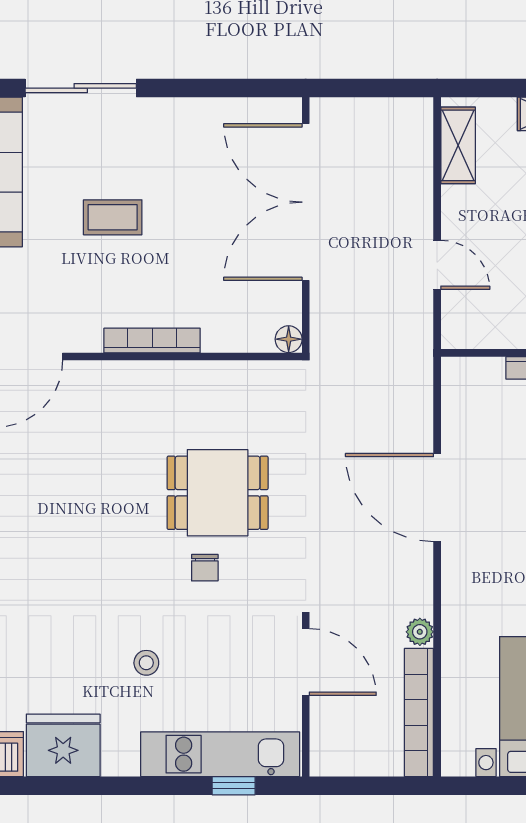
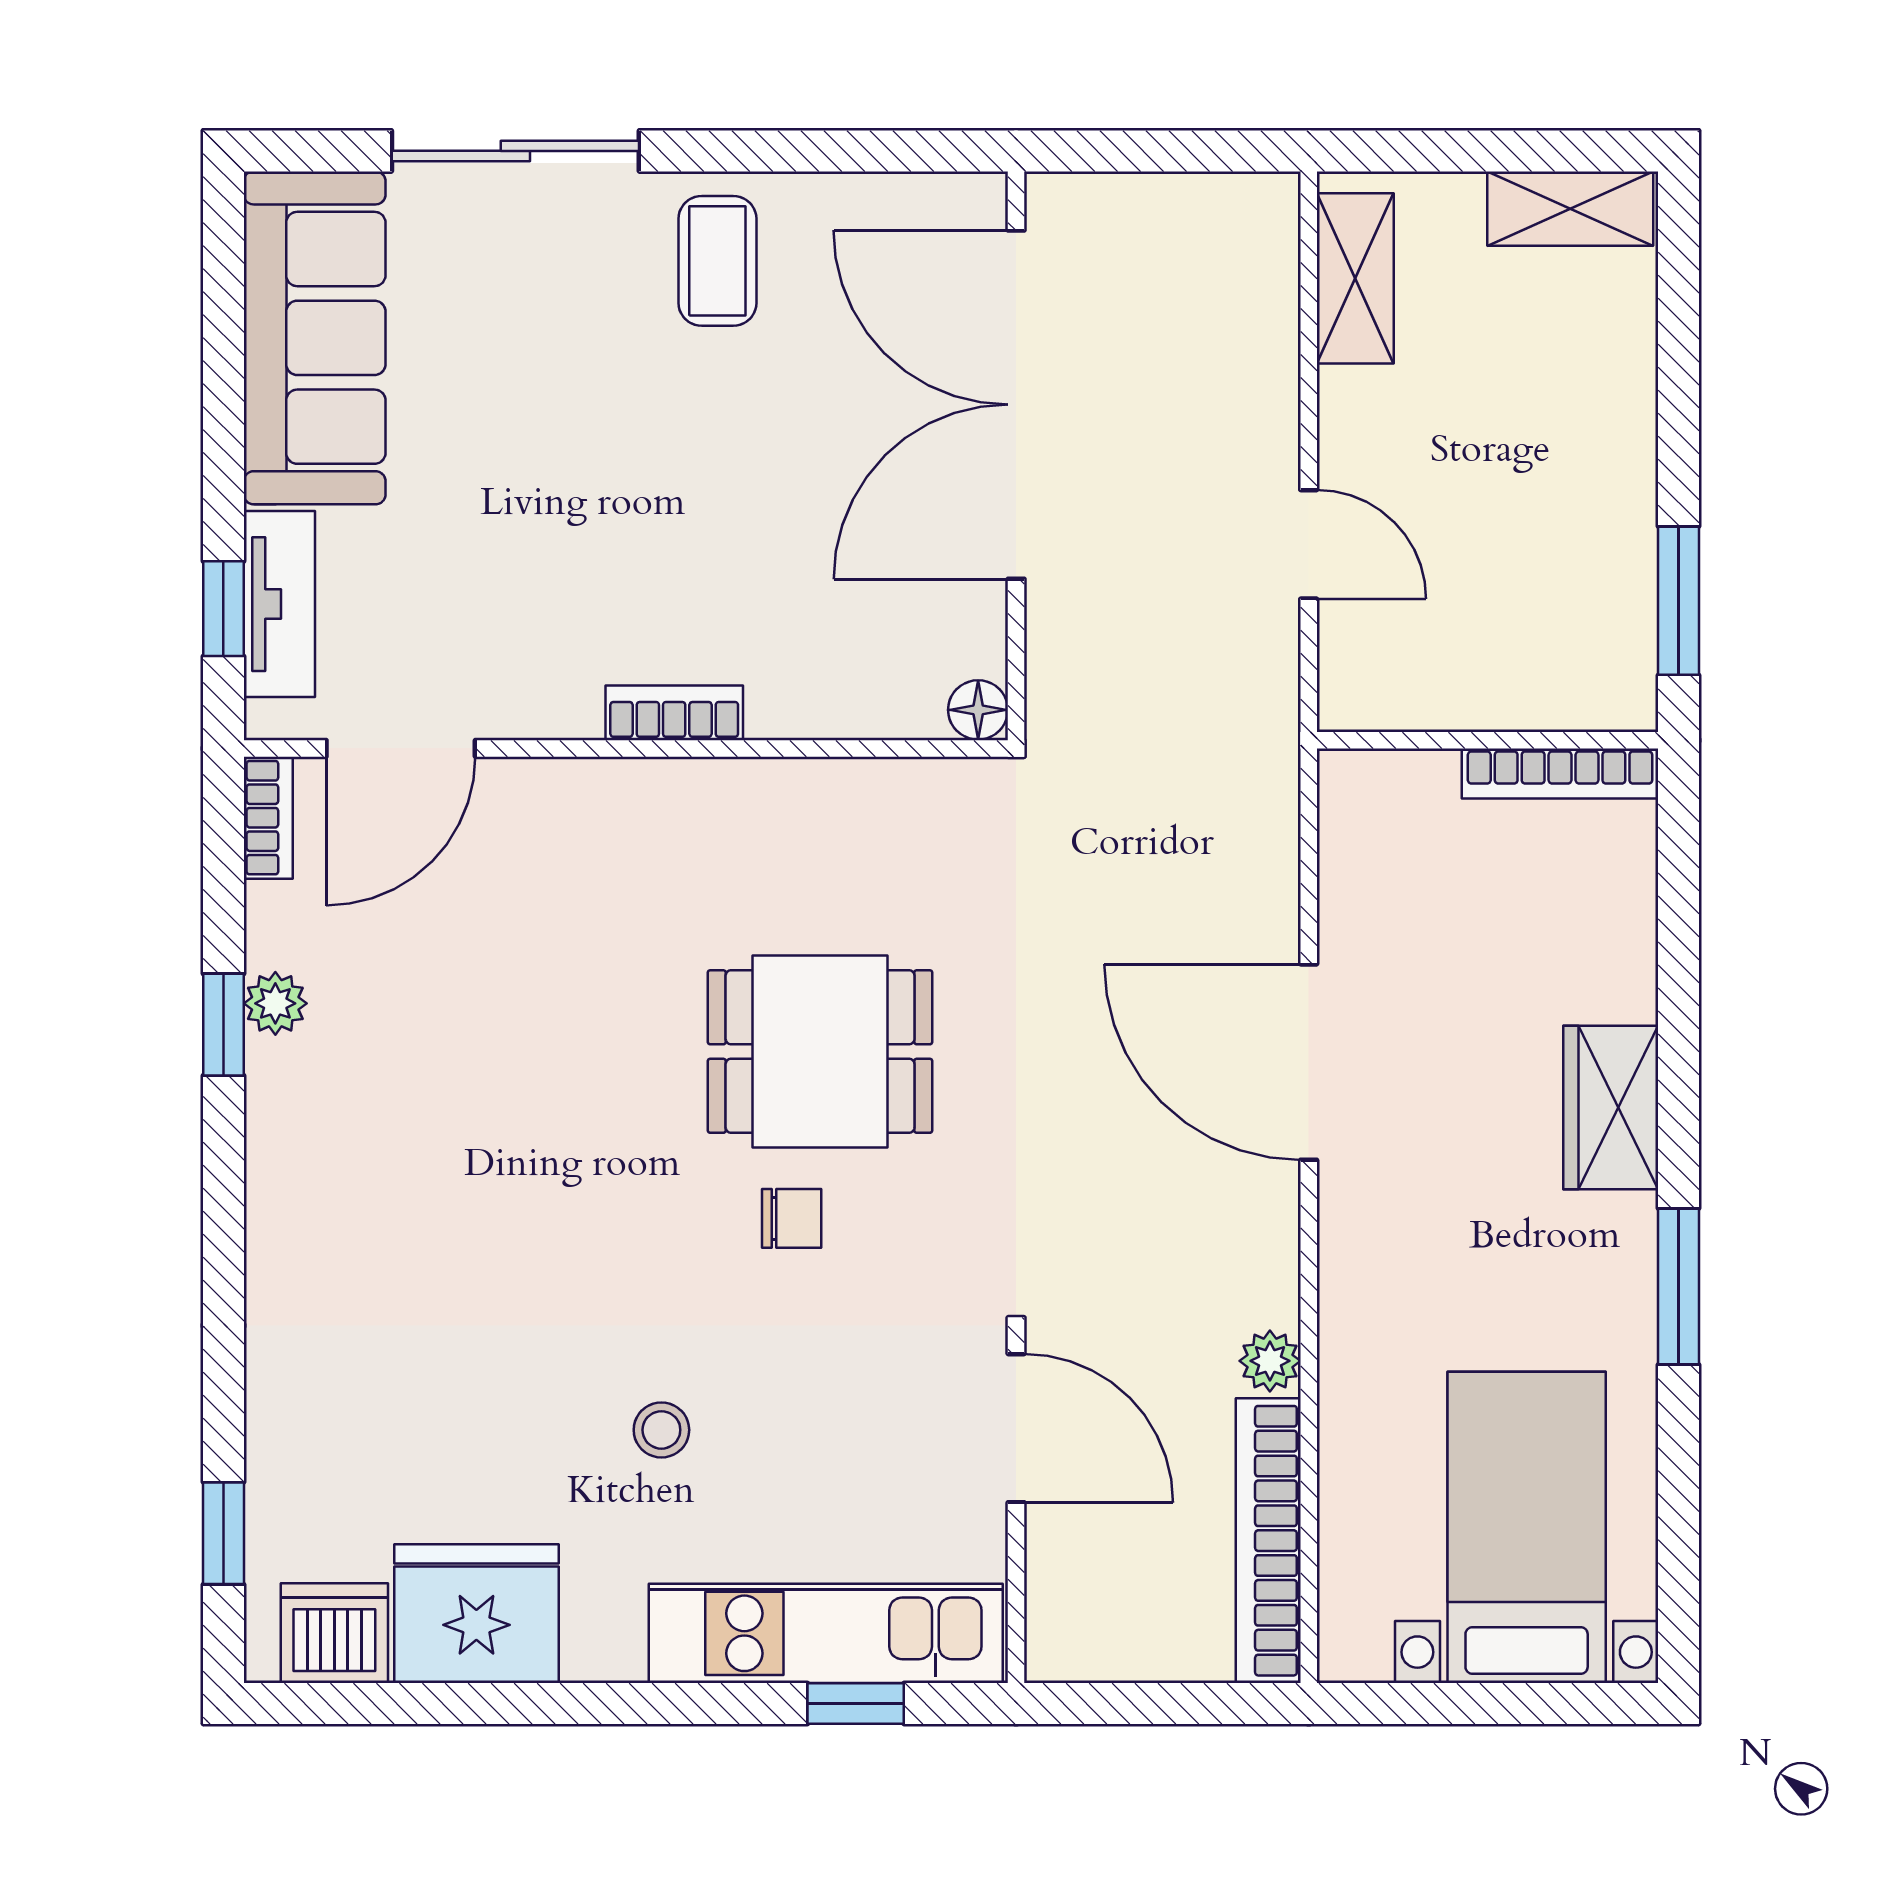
coffee table: (113, 217) -> (717, 261), moved, turned 90
bookcase: (152, 341) -> (674, 713), width x0.64
chair: (205, 568) -> (792, 1218), turned -90

